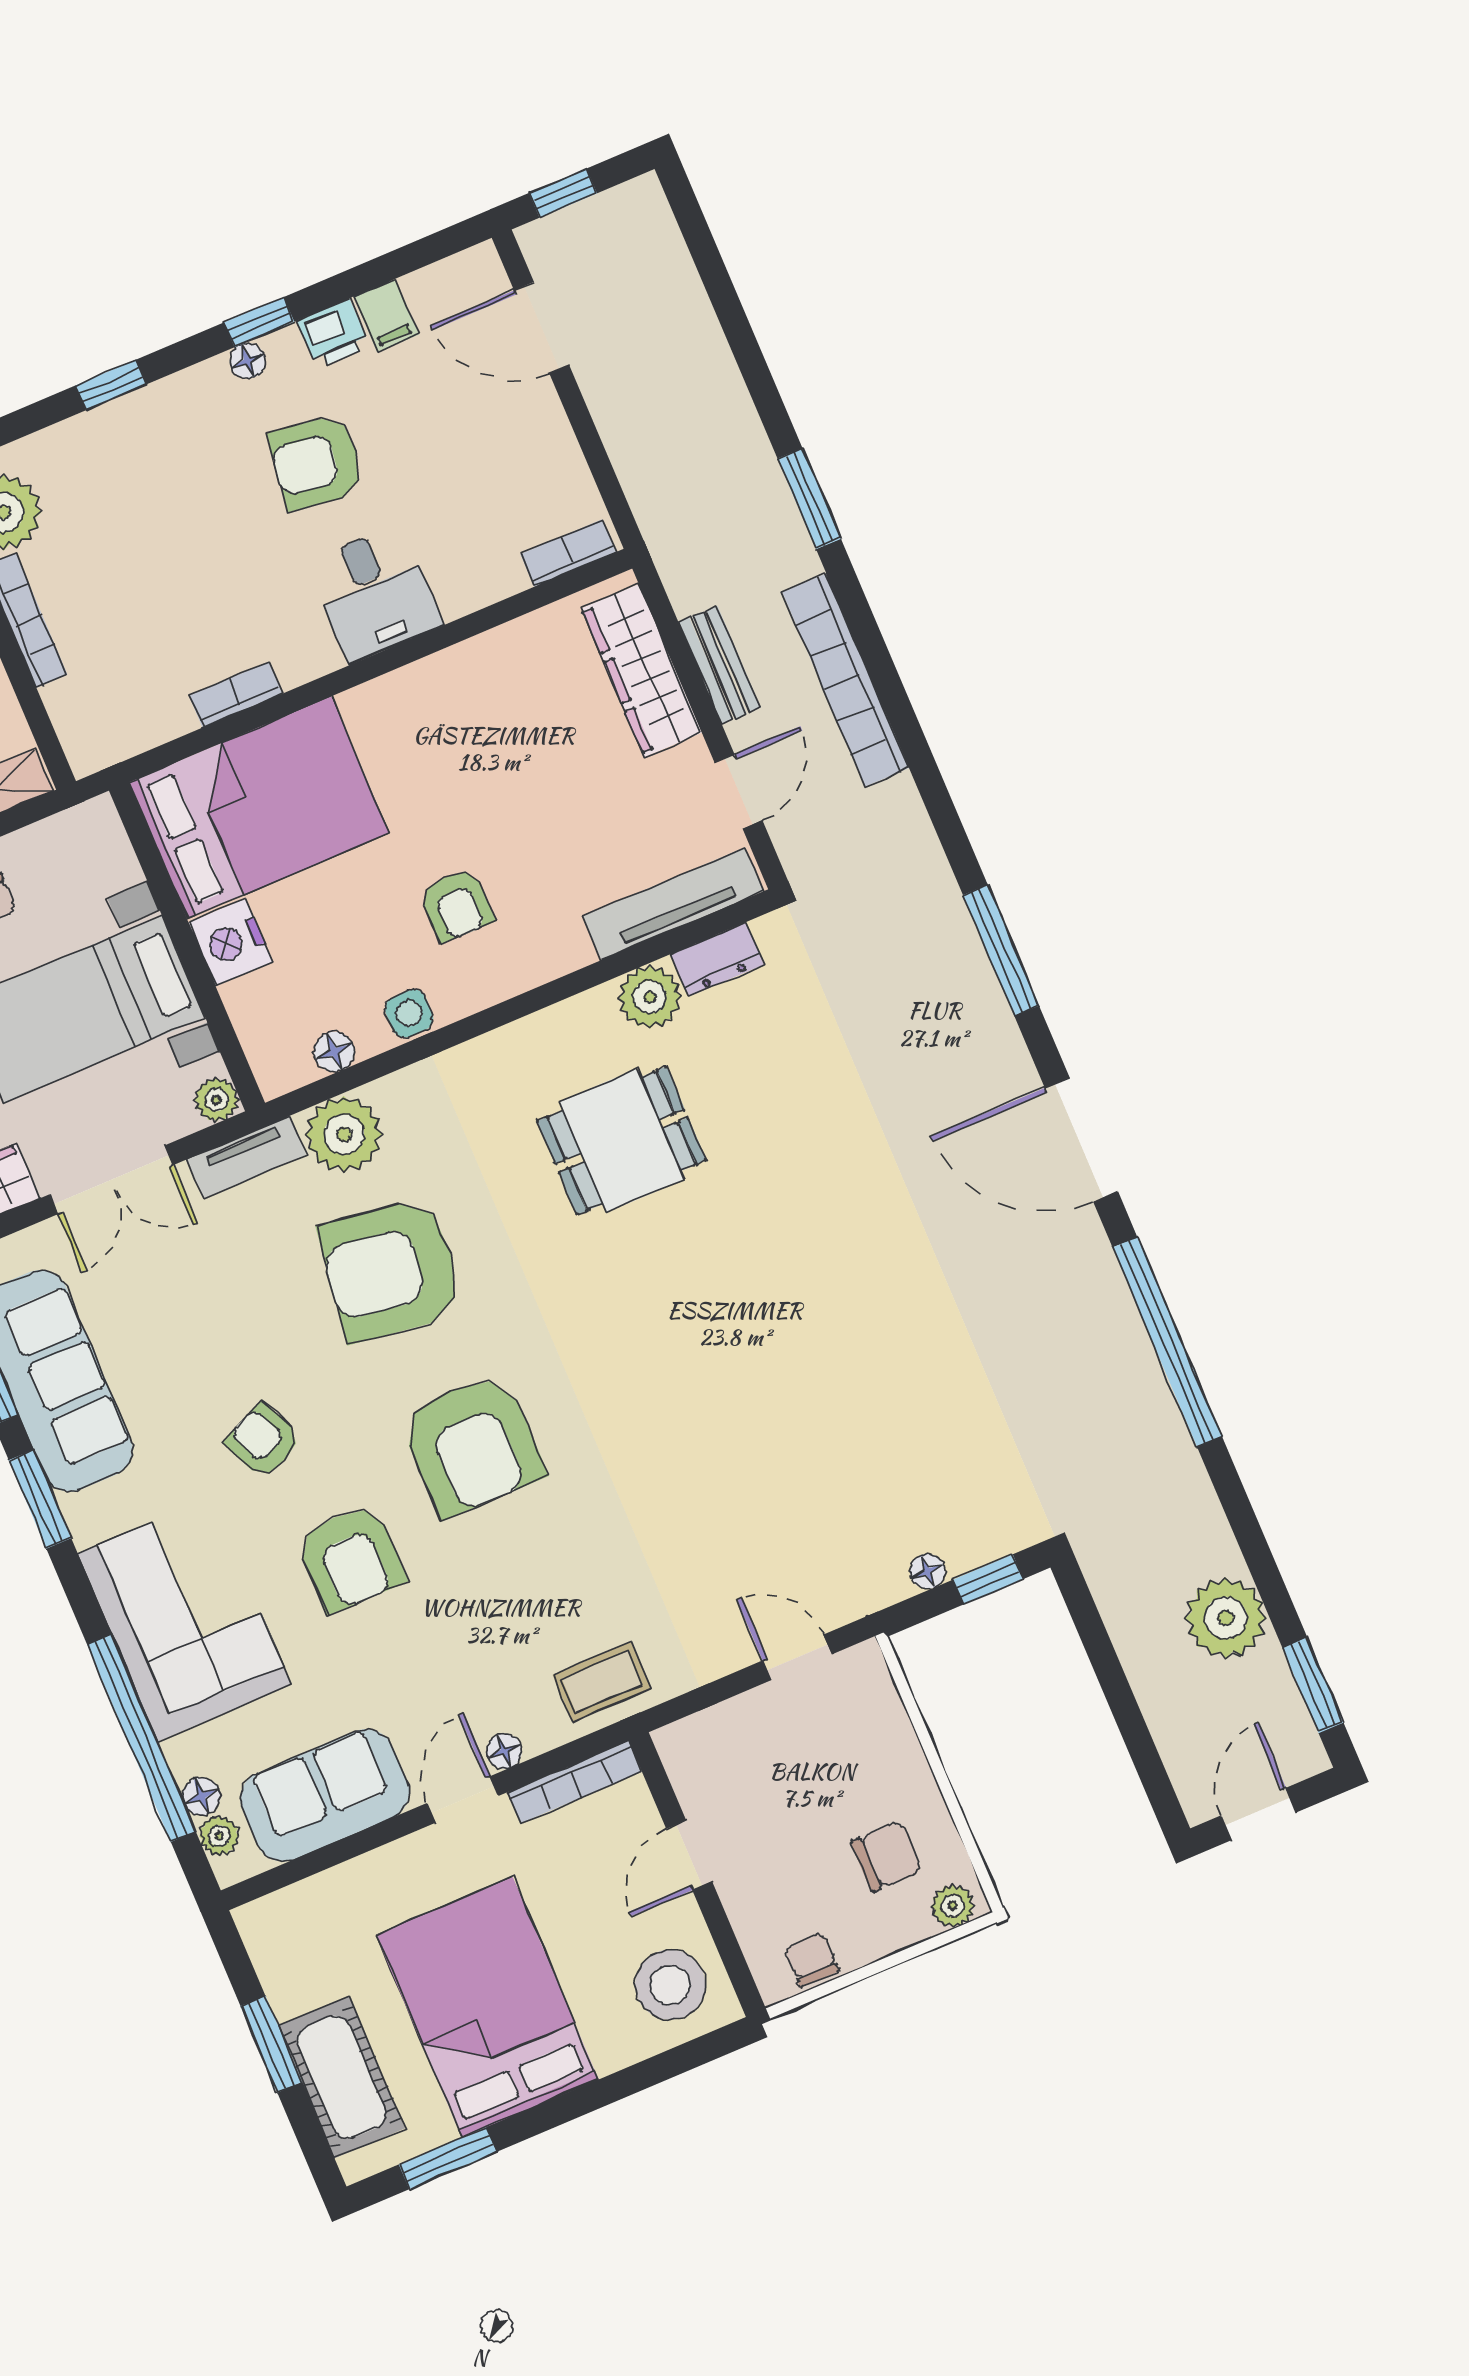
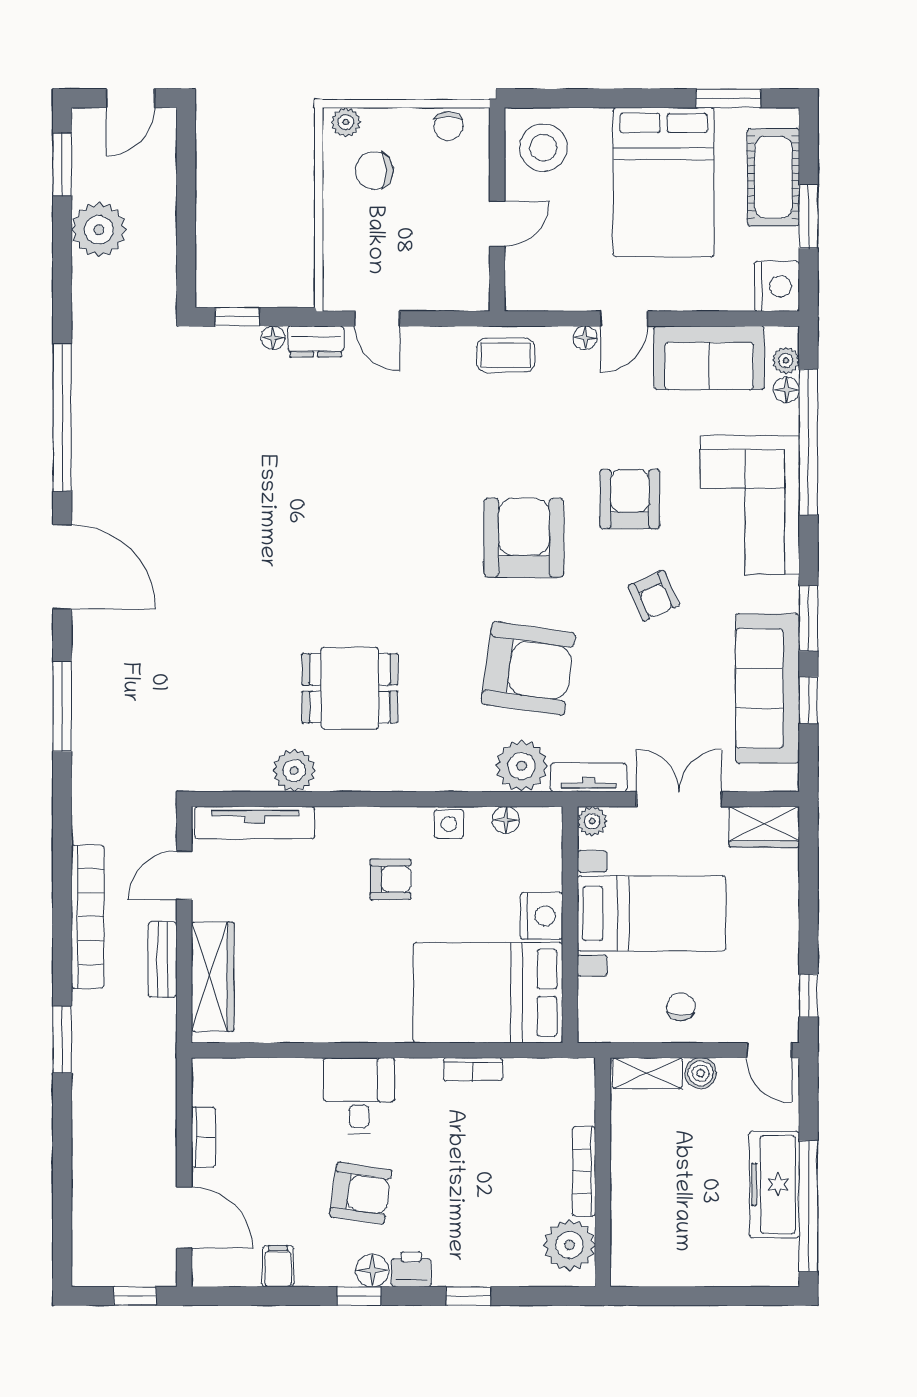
printer: (333, 334) -> (411, 1269), moved
floor lamp: (248, 361) -> (372, 1270), width x1.37, depth x1.37
bookcase: (568, 553) -> (203, 1137), moved, turned -90
armchair: (457, 905) -> (390, 879), turned 90
dresser: (717, 959) -> (316, 342), moved, turned 180
bookcase: (575, 1782) -> (549, 300), removed
nightstand: (274, 1931) -> (777, 286), added

